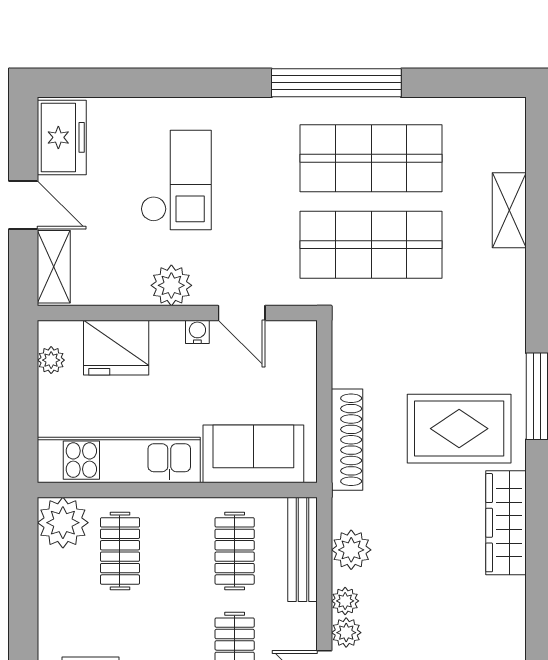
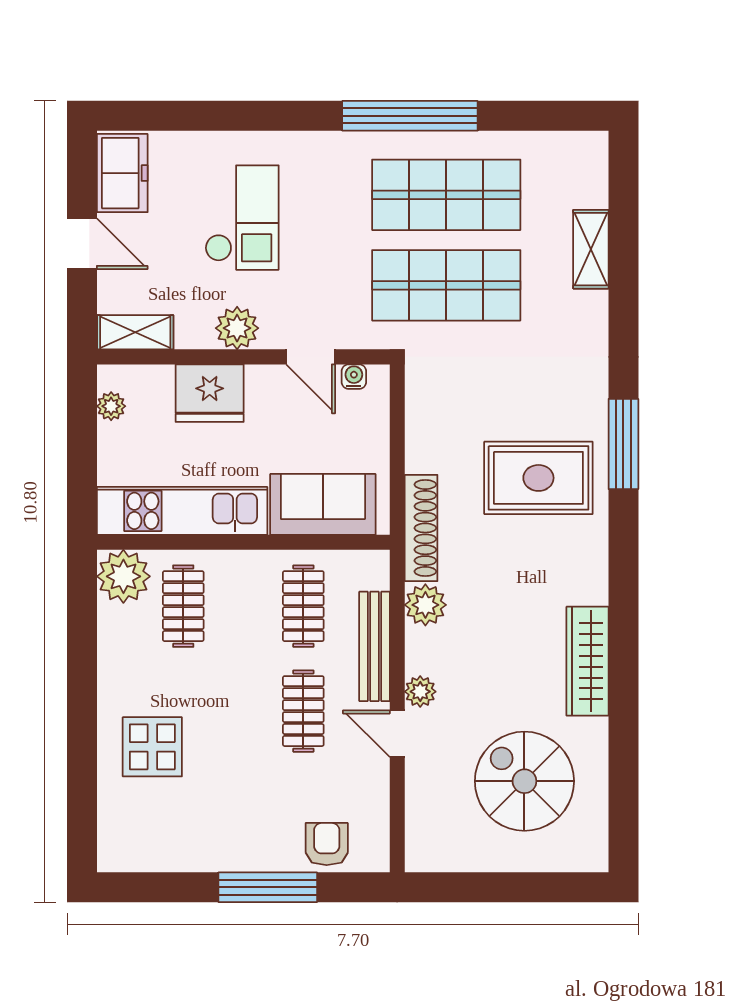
shelving: (54, 267) -> (135, 332), moved, turned 90
water cooler: (197, 332) -> (354, 377), moved
fridge: (116, 348) -> (210, 393), moved
shoe rack: (347, 440) -> (421, 528), moved
wardrobe: (506, 523) -> (588, 661), moved
bench: (303, 549) -> (374, 646), moved
plant: (345, 601) -> (419, 659), removed

